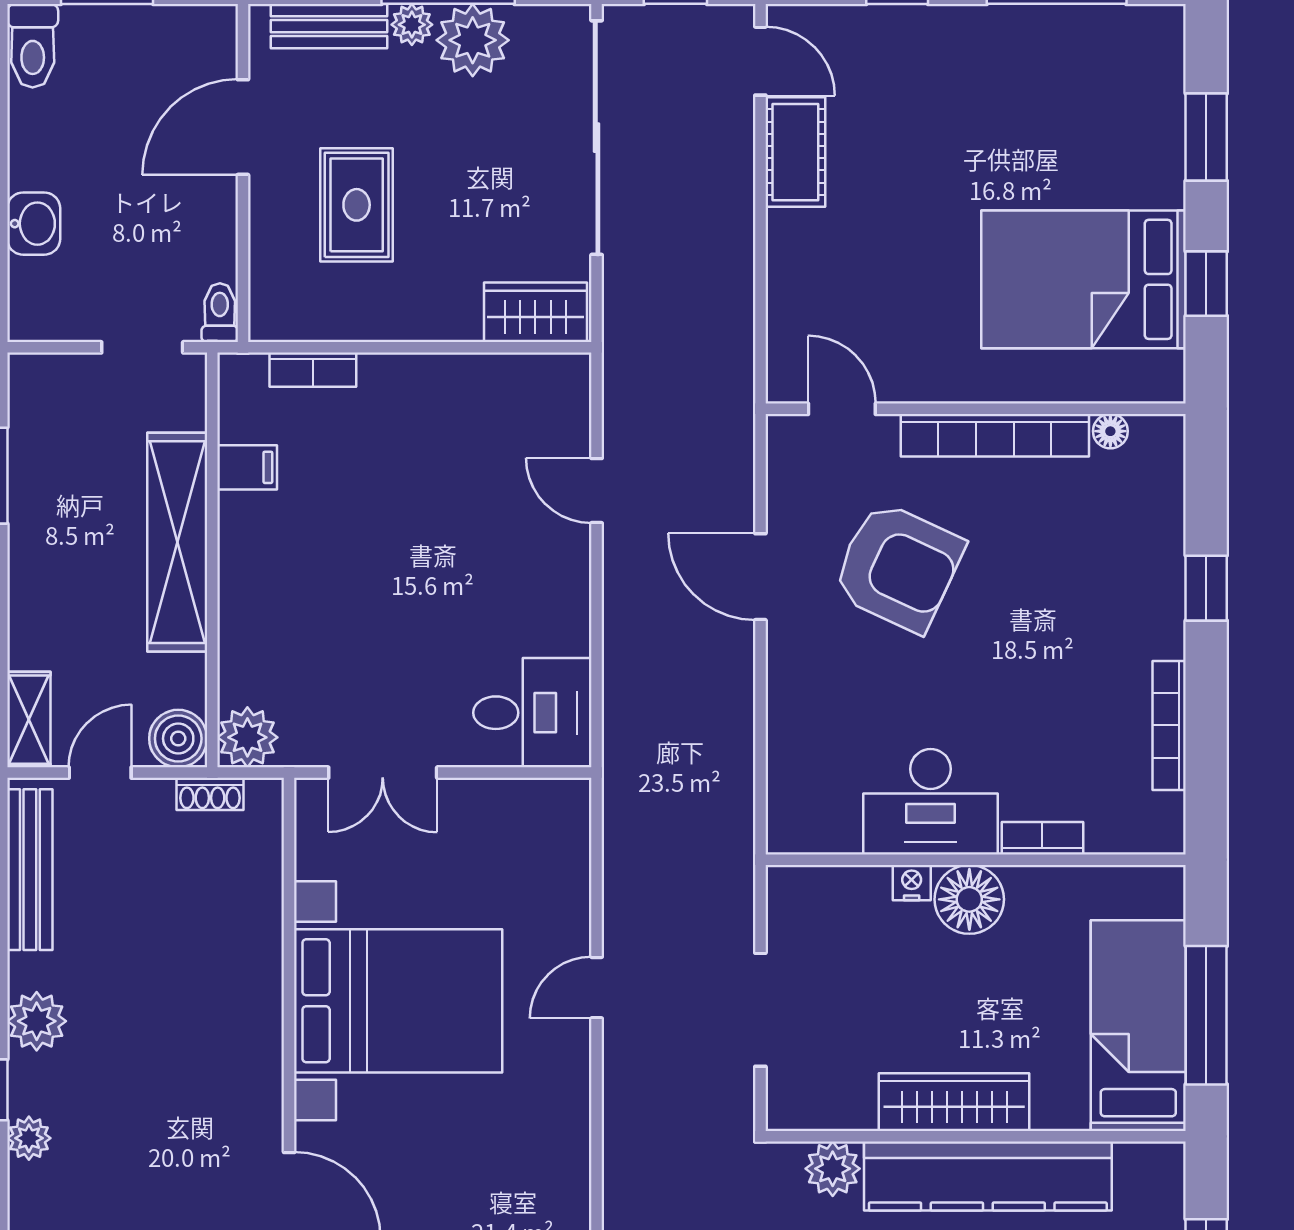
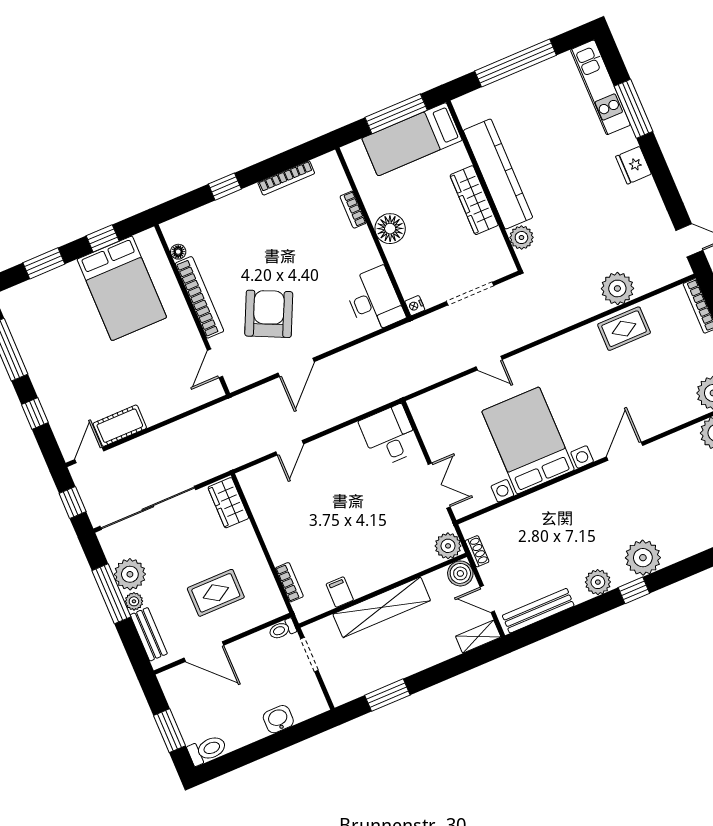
desk: (931, 802) -> (374, 300), moved
nightstand: (912, 883) -> (415, 306), moved
plant: (29, 1138) -> (643, 558), width x1.88, depth x1.88

